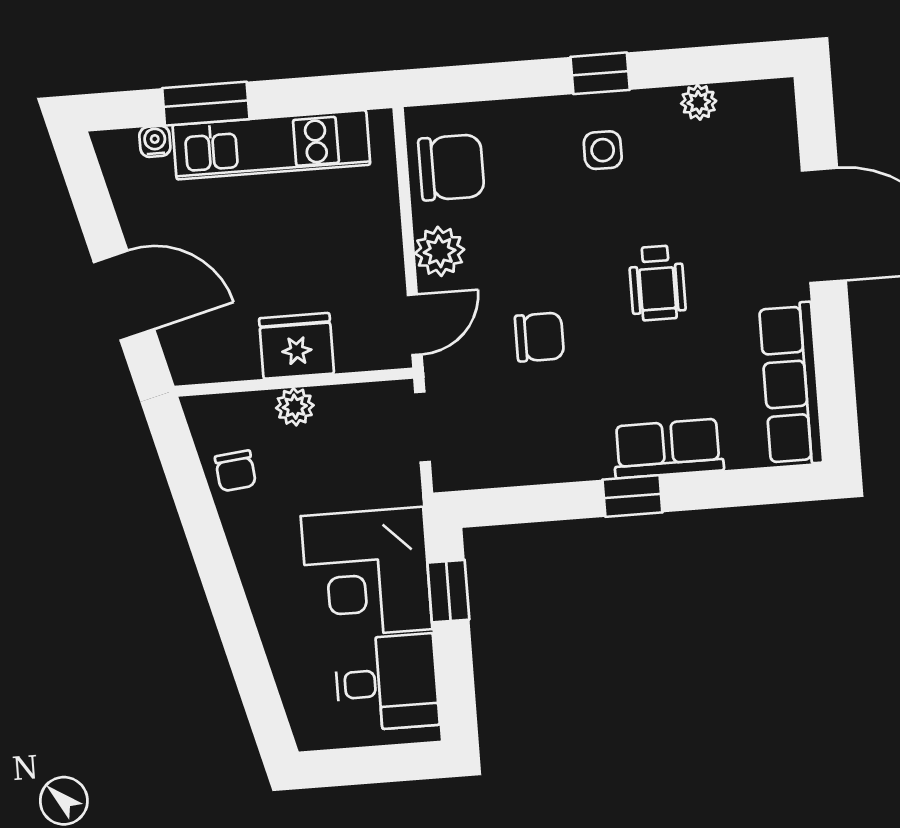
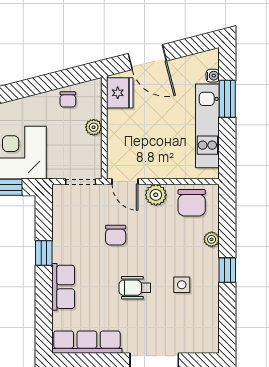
plant: (699, 102) -> (212, 239), moved
side table: (603, 150) -> (182, 285), moved
door: (124, 296) -> (147, 57), hinge flipped
fridge: (296, 346) -> (120, 93), moved
chair: (235, 471) -> (68, 99), turned -84
window: (632, 496) -> (44, 253), moved

